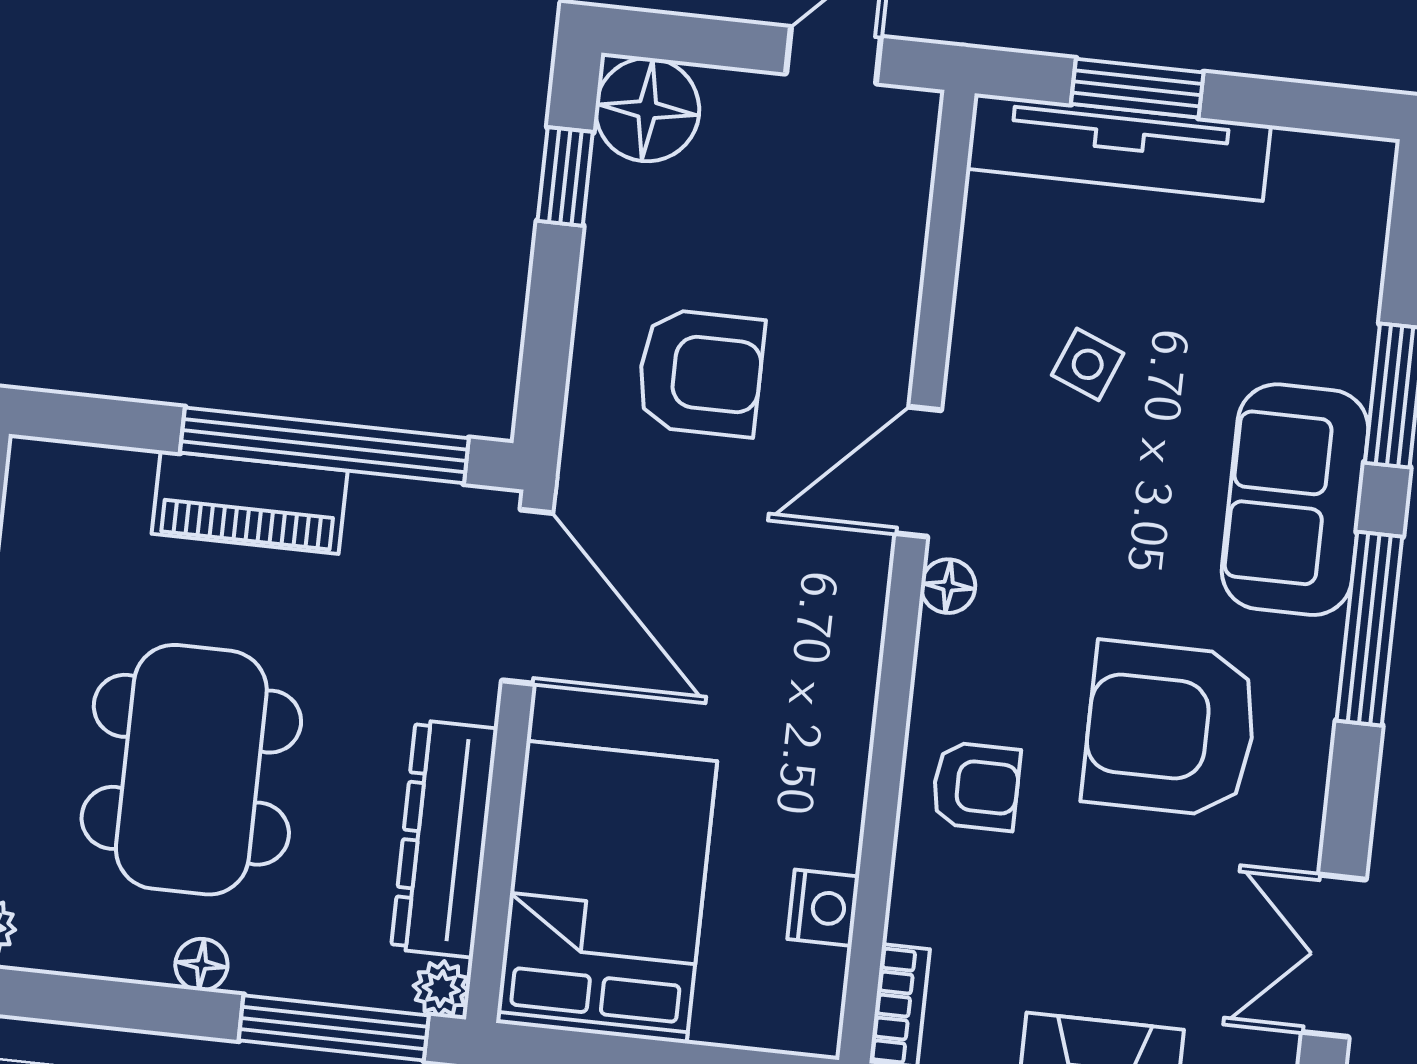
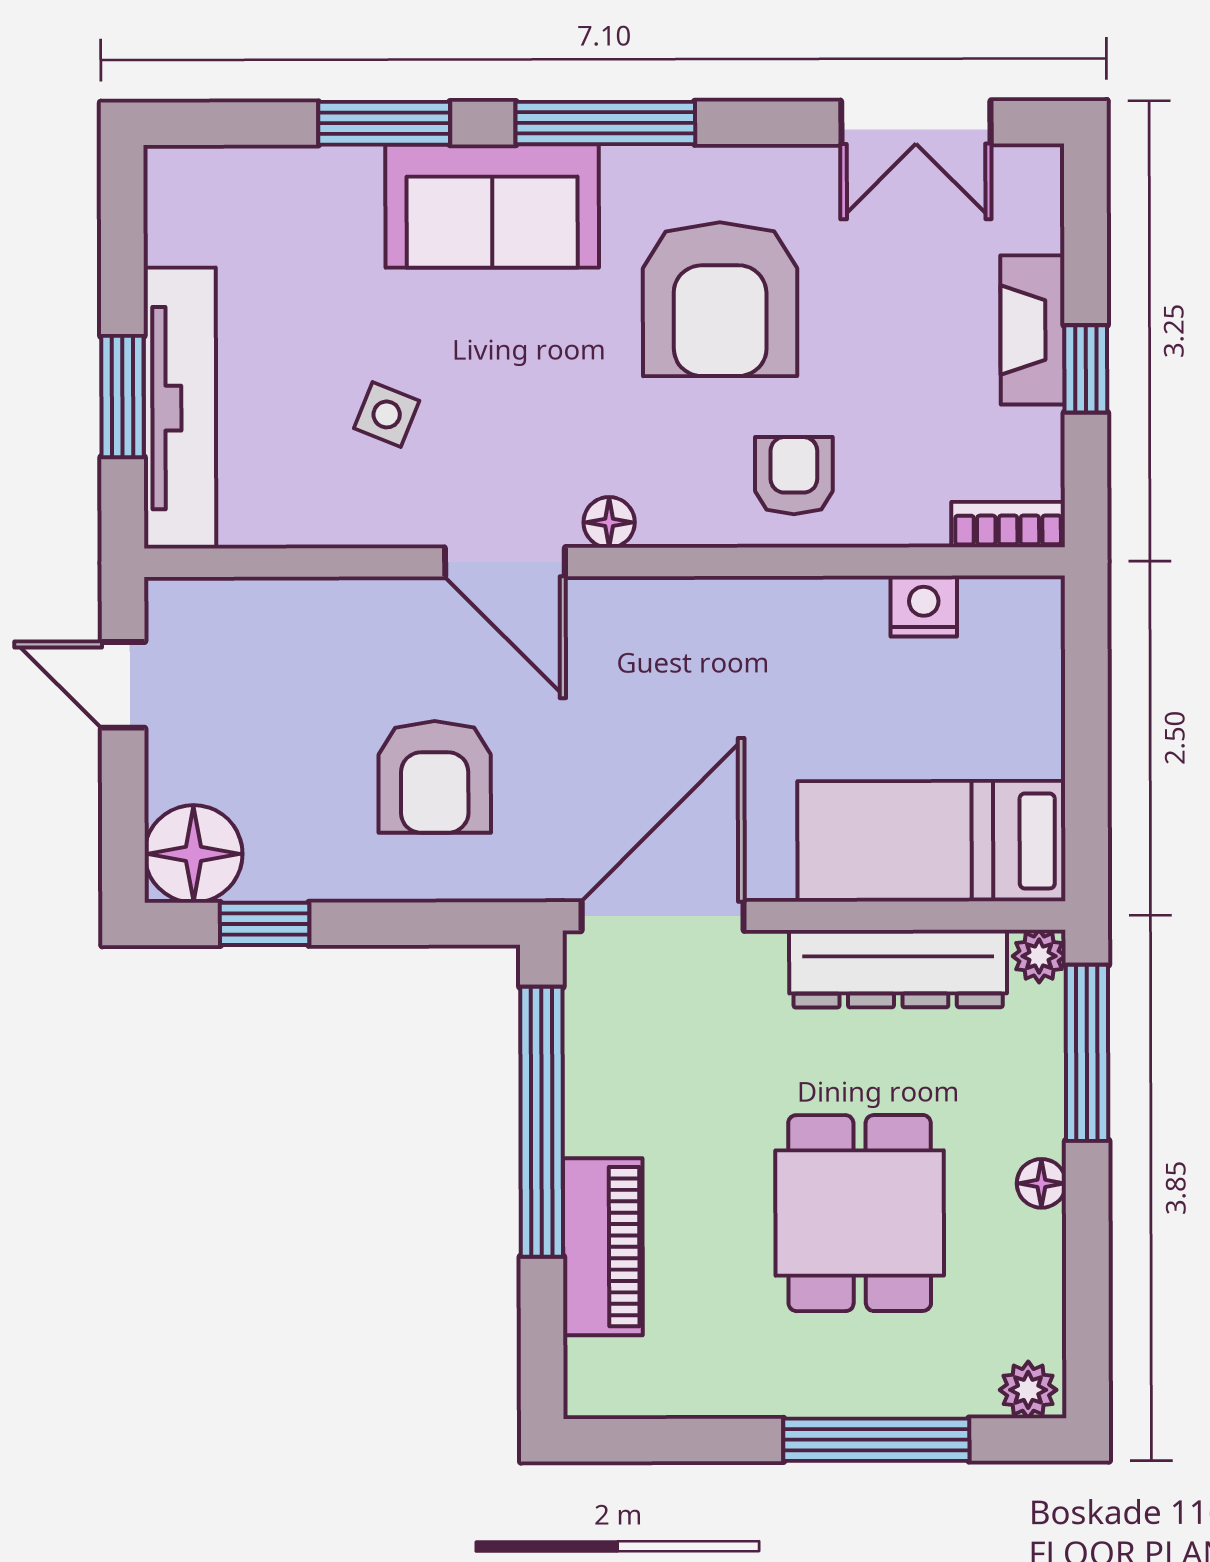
armchair: (700, 373) -> (435, 777), turned 180
piano: (250, 502) -> (603, 1247), moved
dining table: (191, 770) -> (860, 1213), width x0.73
bed: (607, 892) -> (931, 841), width x0.67

